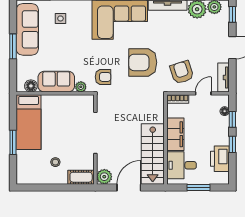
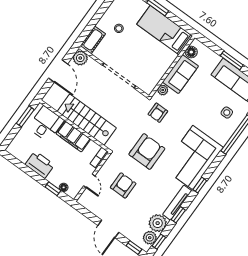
armchair: (182, 72) -> (123, 185), moved, turned -72
tv unit: (223, 77) -> (90, 205), removed
window: (232, 144) -> (34, 175), removed
stairs: (153, 154) -> (87, 120), moved
printer: (220, 159) -> (40, 165), moved
window: (198, 188) -> (25, 116), moved

